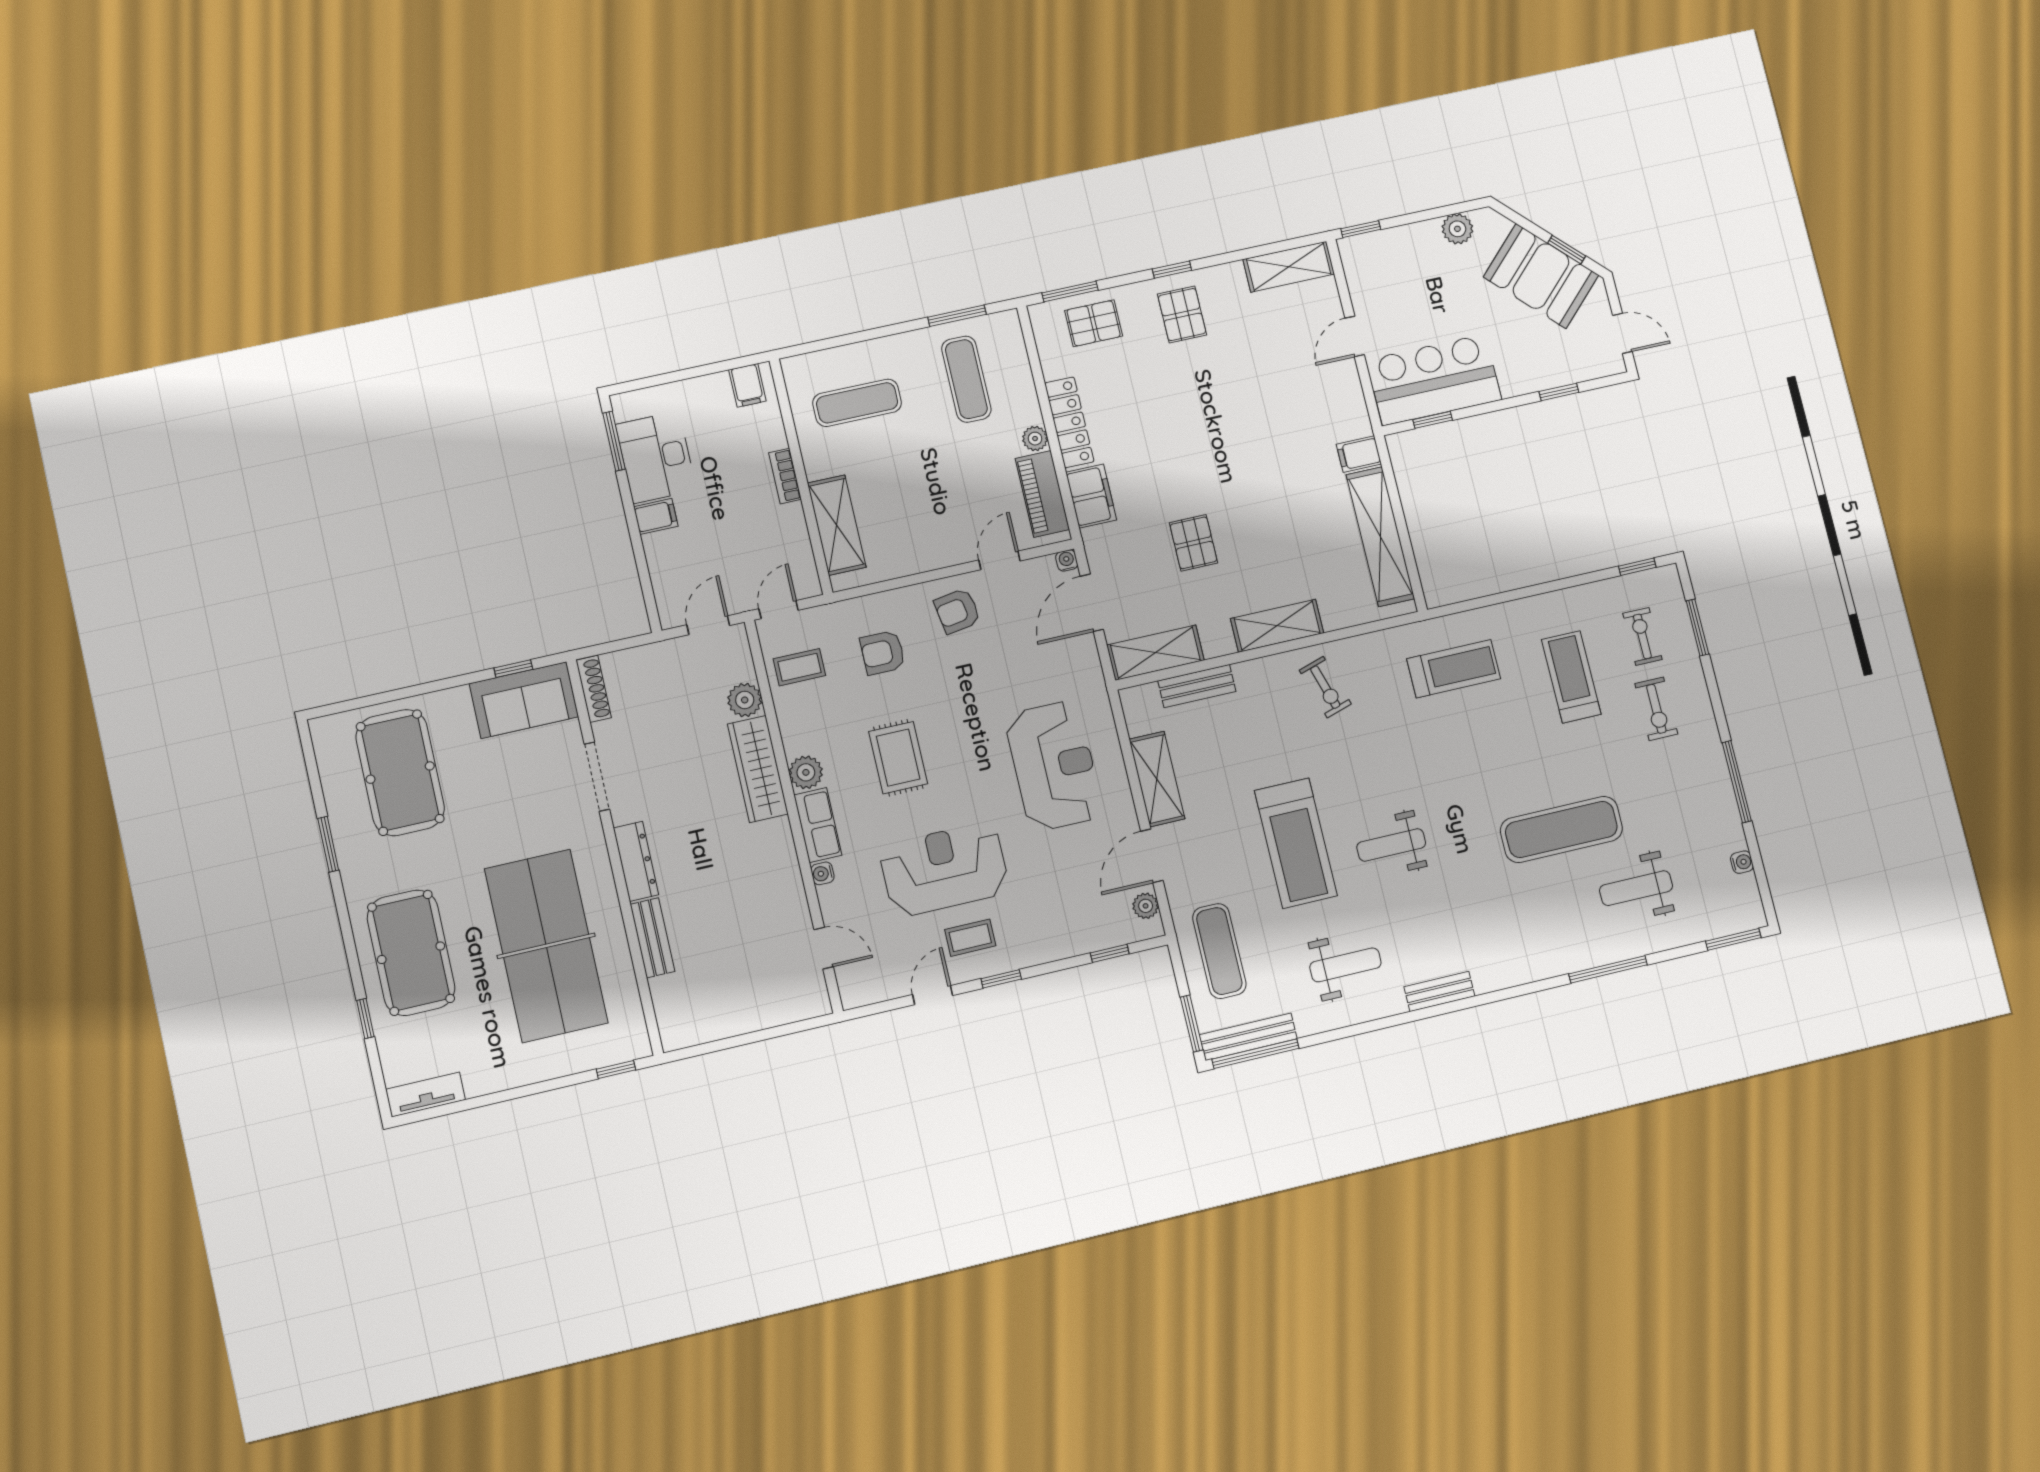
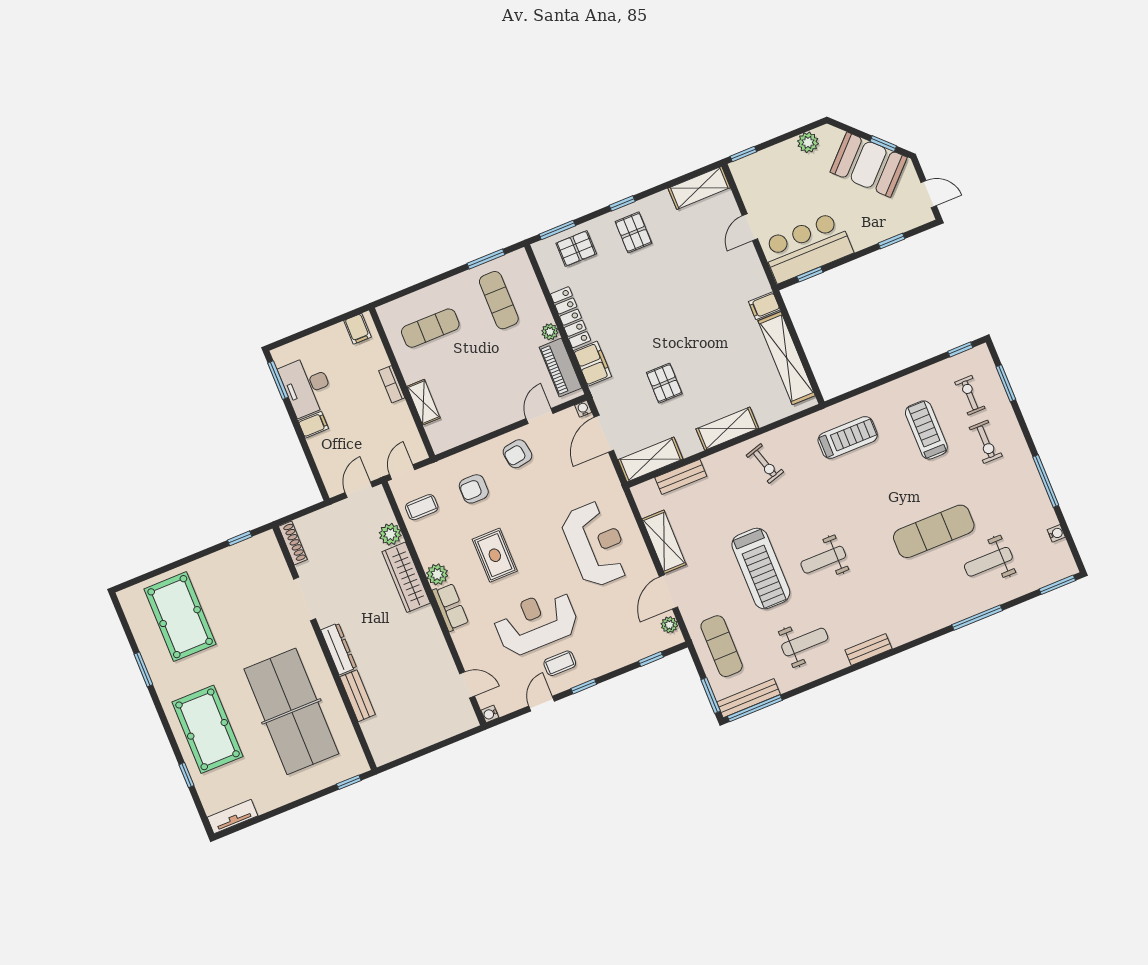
shelving: (837, 525) -> (423, 402), width x0.67, depth x0.75
sofa: (524, 700) -> (250, 558), removed
water cooler: (822, 873) -> (490, 714), moved

